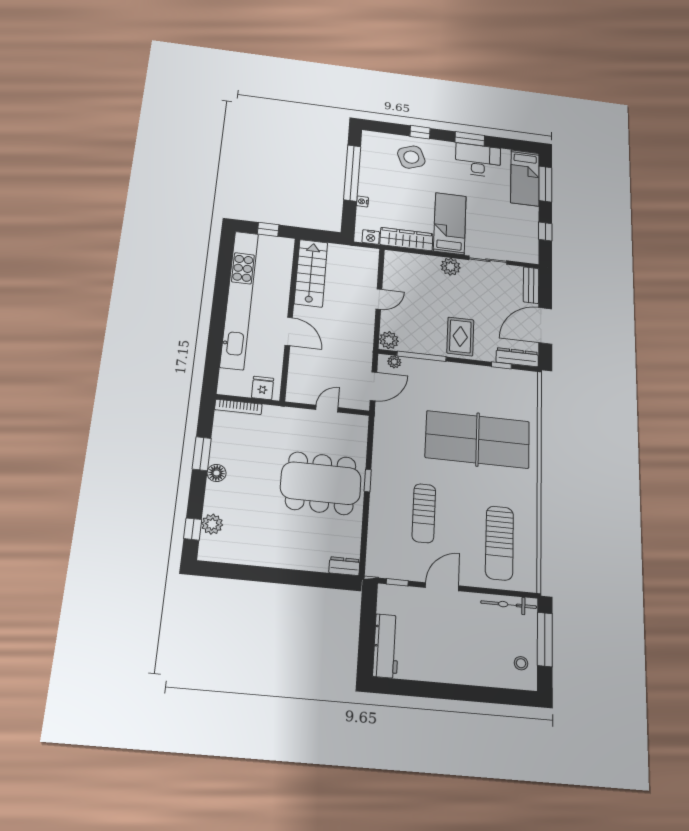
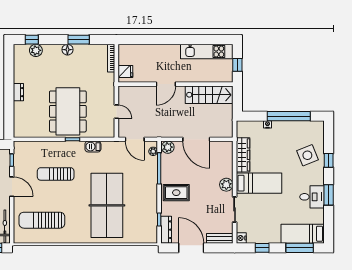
desk: (478, 160) -> (312, 197), width x0.73
nightstand: (371, 237) -> (241, 238), moved
kitchen unit: (239, 299) -> (207, 52), width x0.54
door: (379, 299) -> (196, 139), width x1.87
barbecue: (382, 450) -> (93, 147), added
dresser: (344, 566) -> (18, 92), moved

